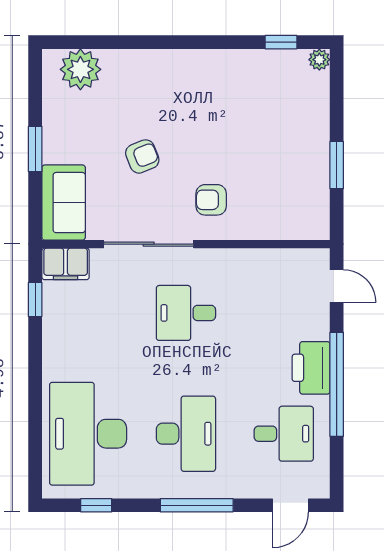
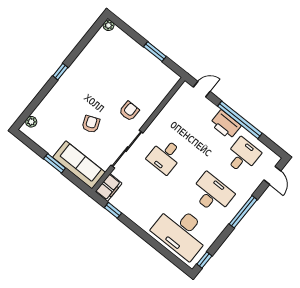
window: (281, 42) -> (60, 72), moved
plant: (80, 69) -> (31, 122), width x0.53, depth x0.53
armchair: (211, 200) -> (129, 111), turned 180
sofa: (64, 203) -> (79, 165), width x1.36
window: (96, 505) -> (204, 260), moved

